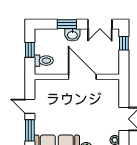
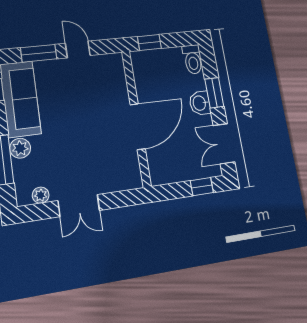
window: (30, 50) -> (149, 42), moved
toilet: (44, 61) -> (193, 59), moved
door: (30, 106) -> (78, 49), hinge flipped

